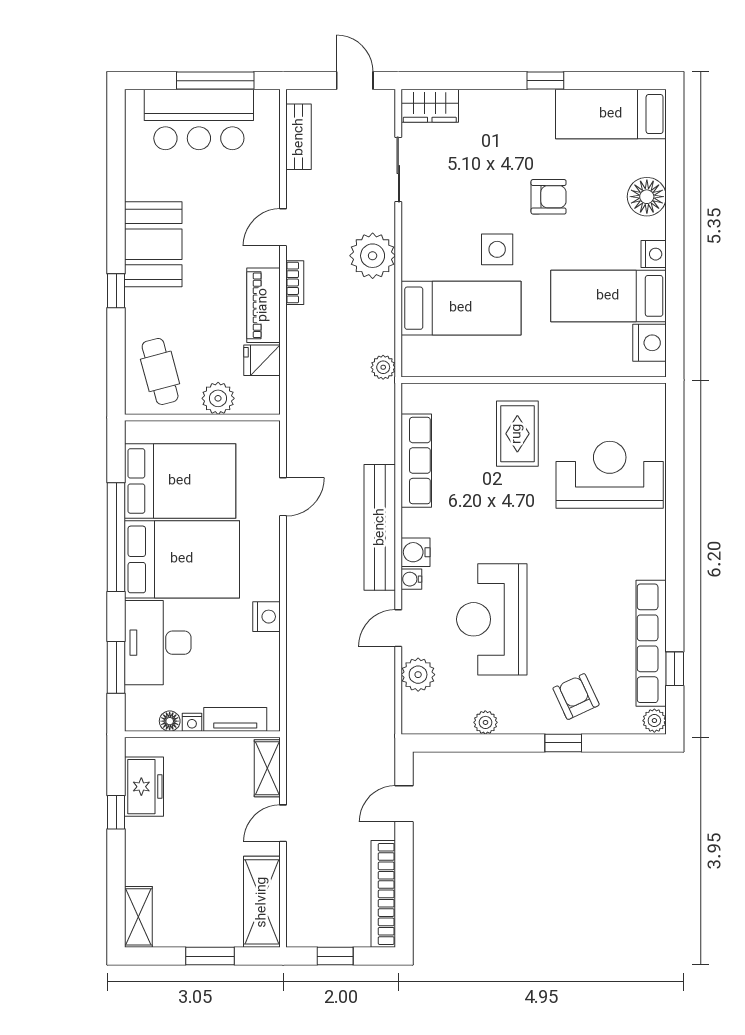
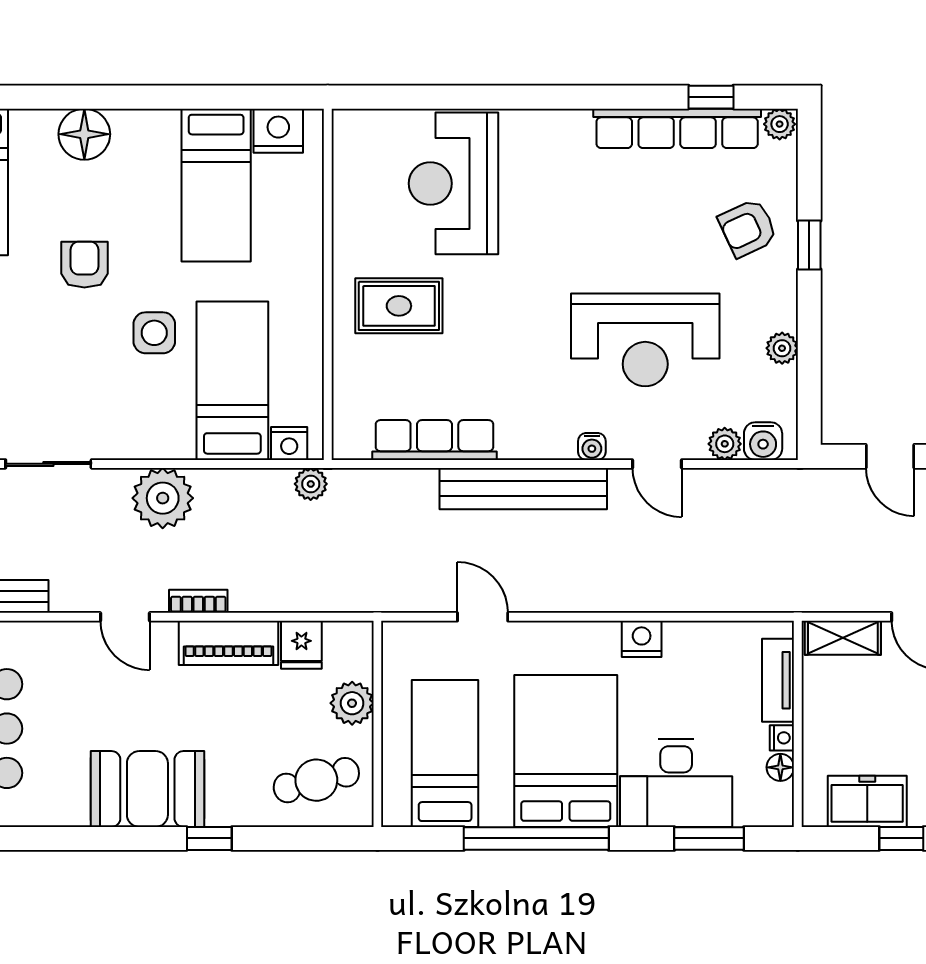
nightstand: (654, 254) -> (289, 444), moved, turned 180
bed: (180, 481) -> (445, 753), width x0.67
water cooler: (415, 552) -> (763, 441), moved
plant: (418, 675) -> (725, 444), width x0.73, depth x0.73

